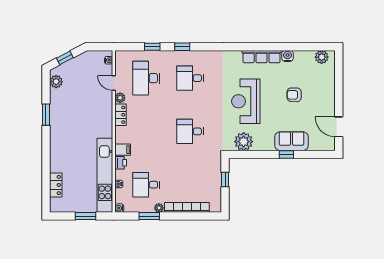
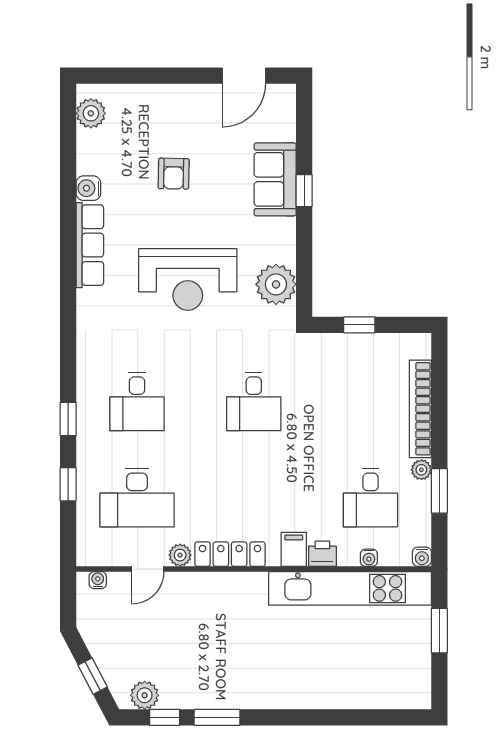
window: (46, 91) -> (165, 717), added
locker: (120, 115) -> (230, 554), width x1.53
locker: (56, 185) -> (371, 696), removed

